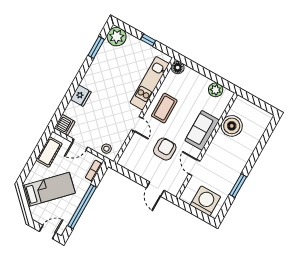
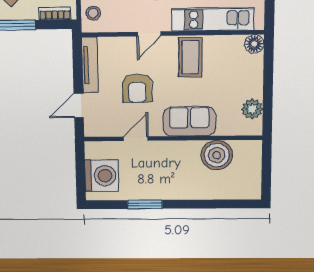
coffee table: (164, 108) -> (190, 57), turned 90
armchair: (165, 149) -> (137, 88), turned 90
tv unit: (135, 168) -> (90, 65), added

